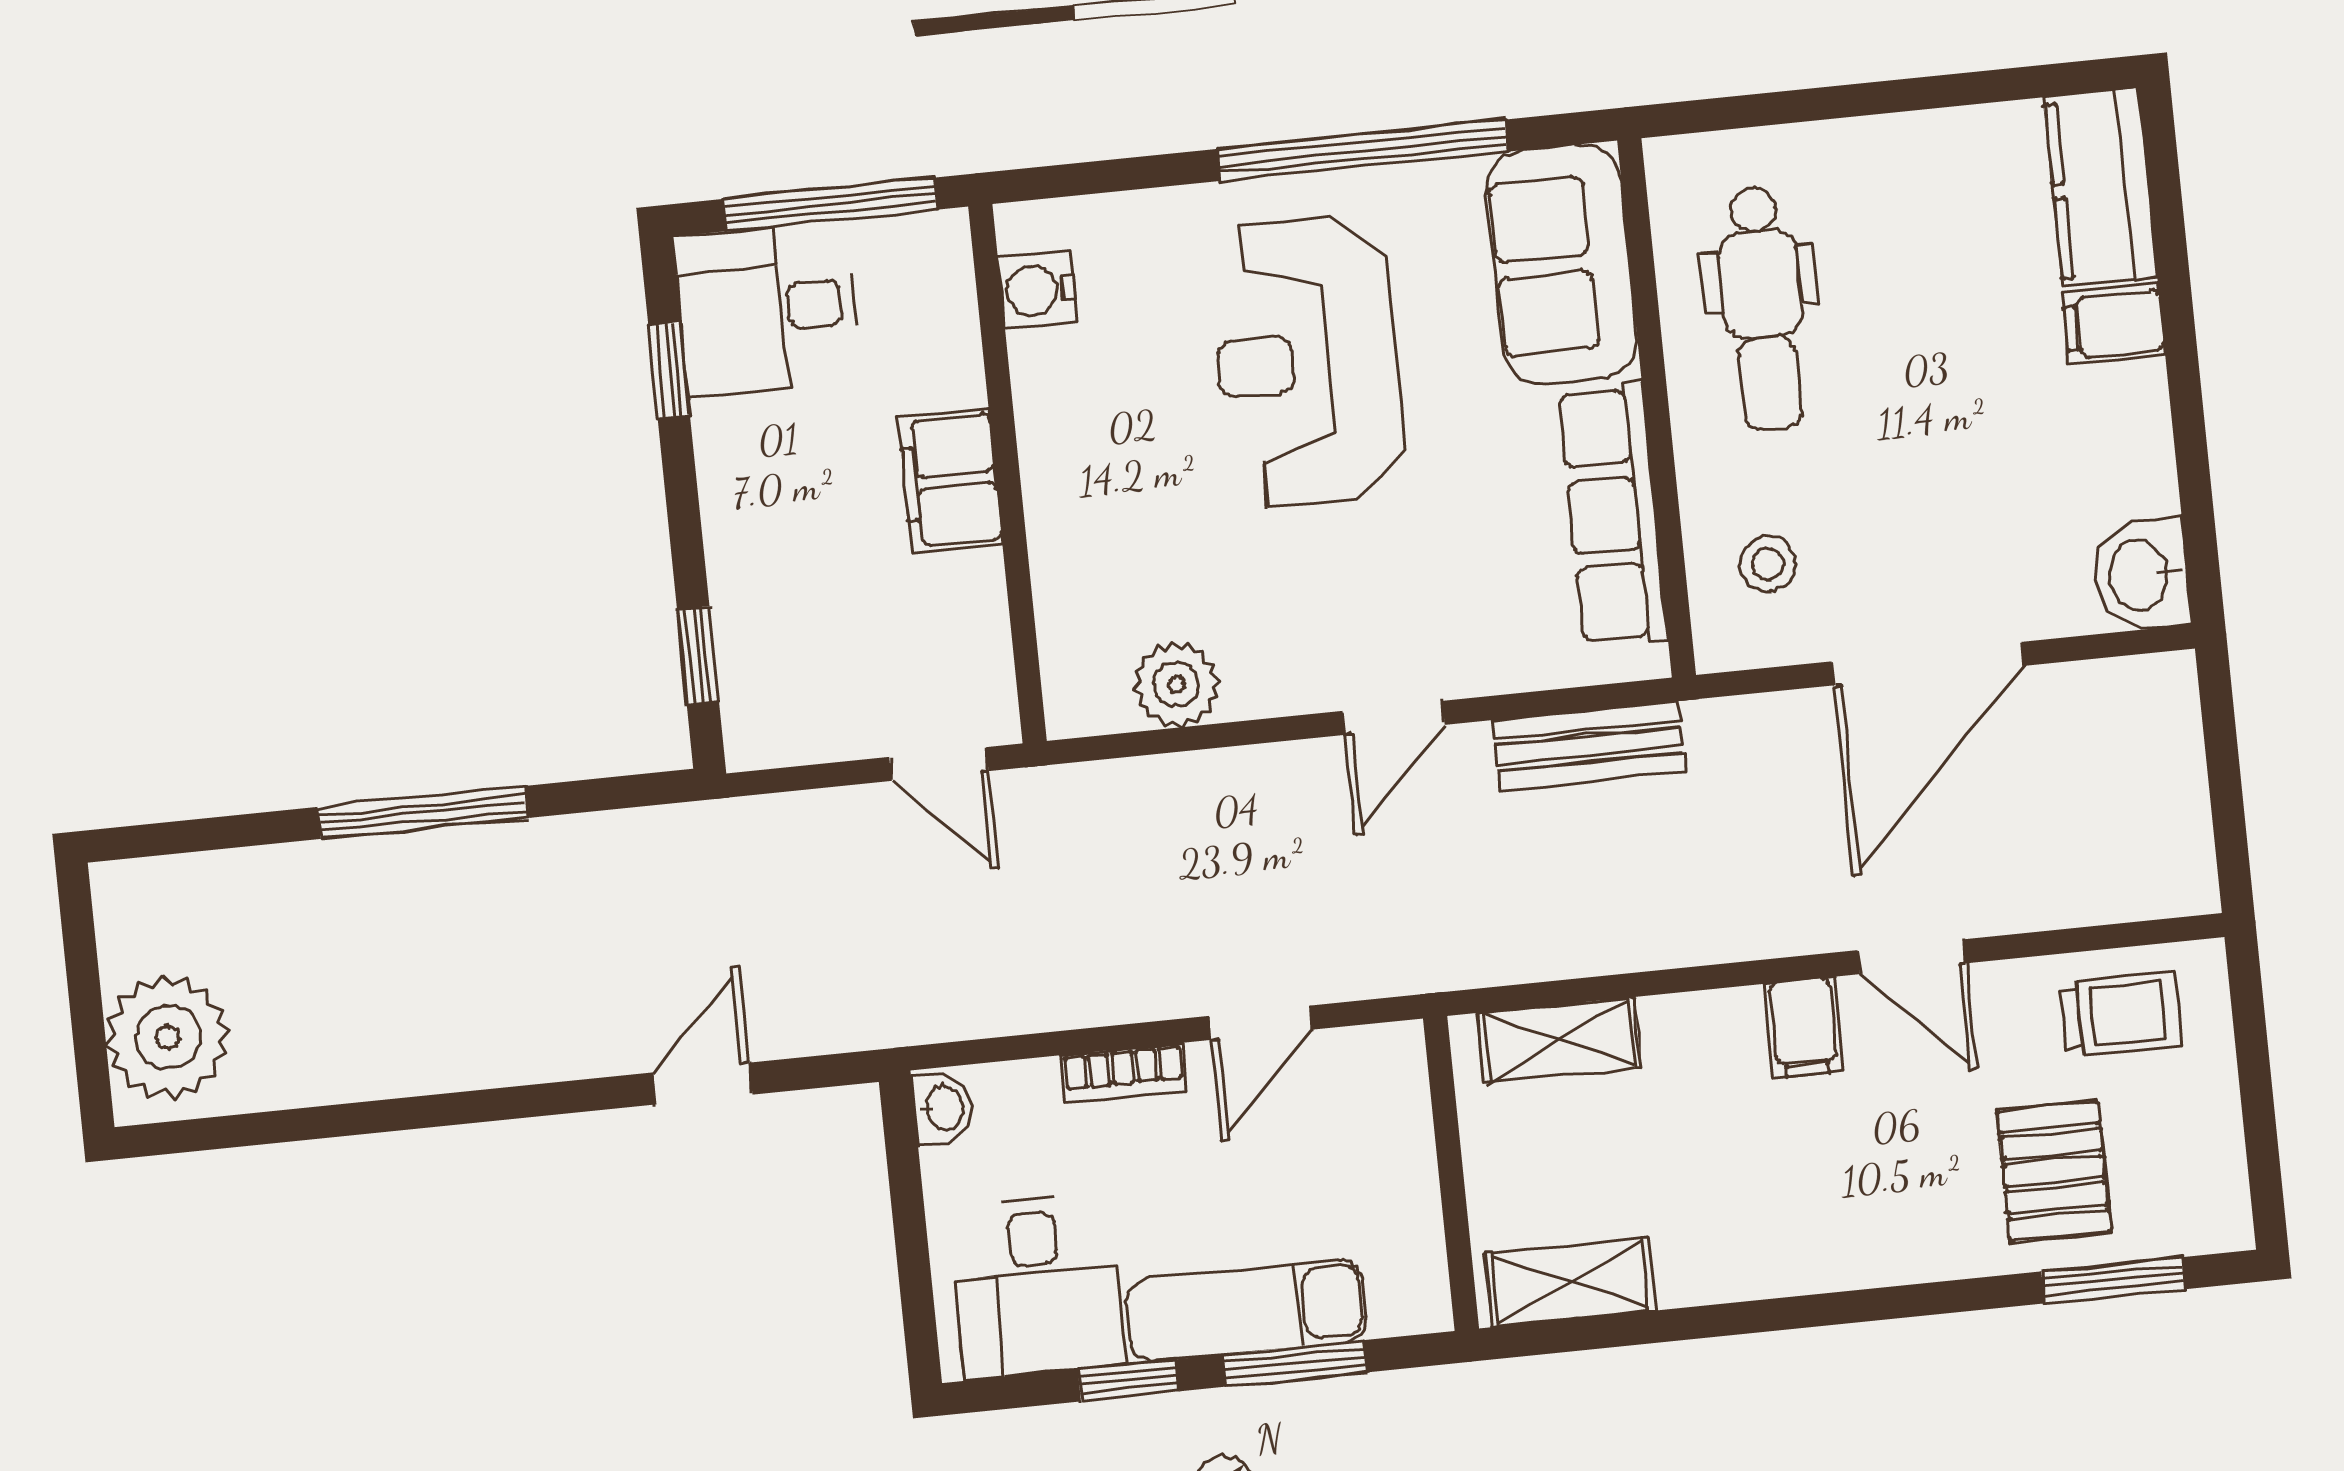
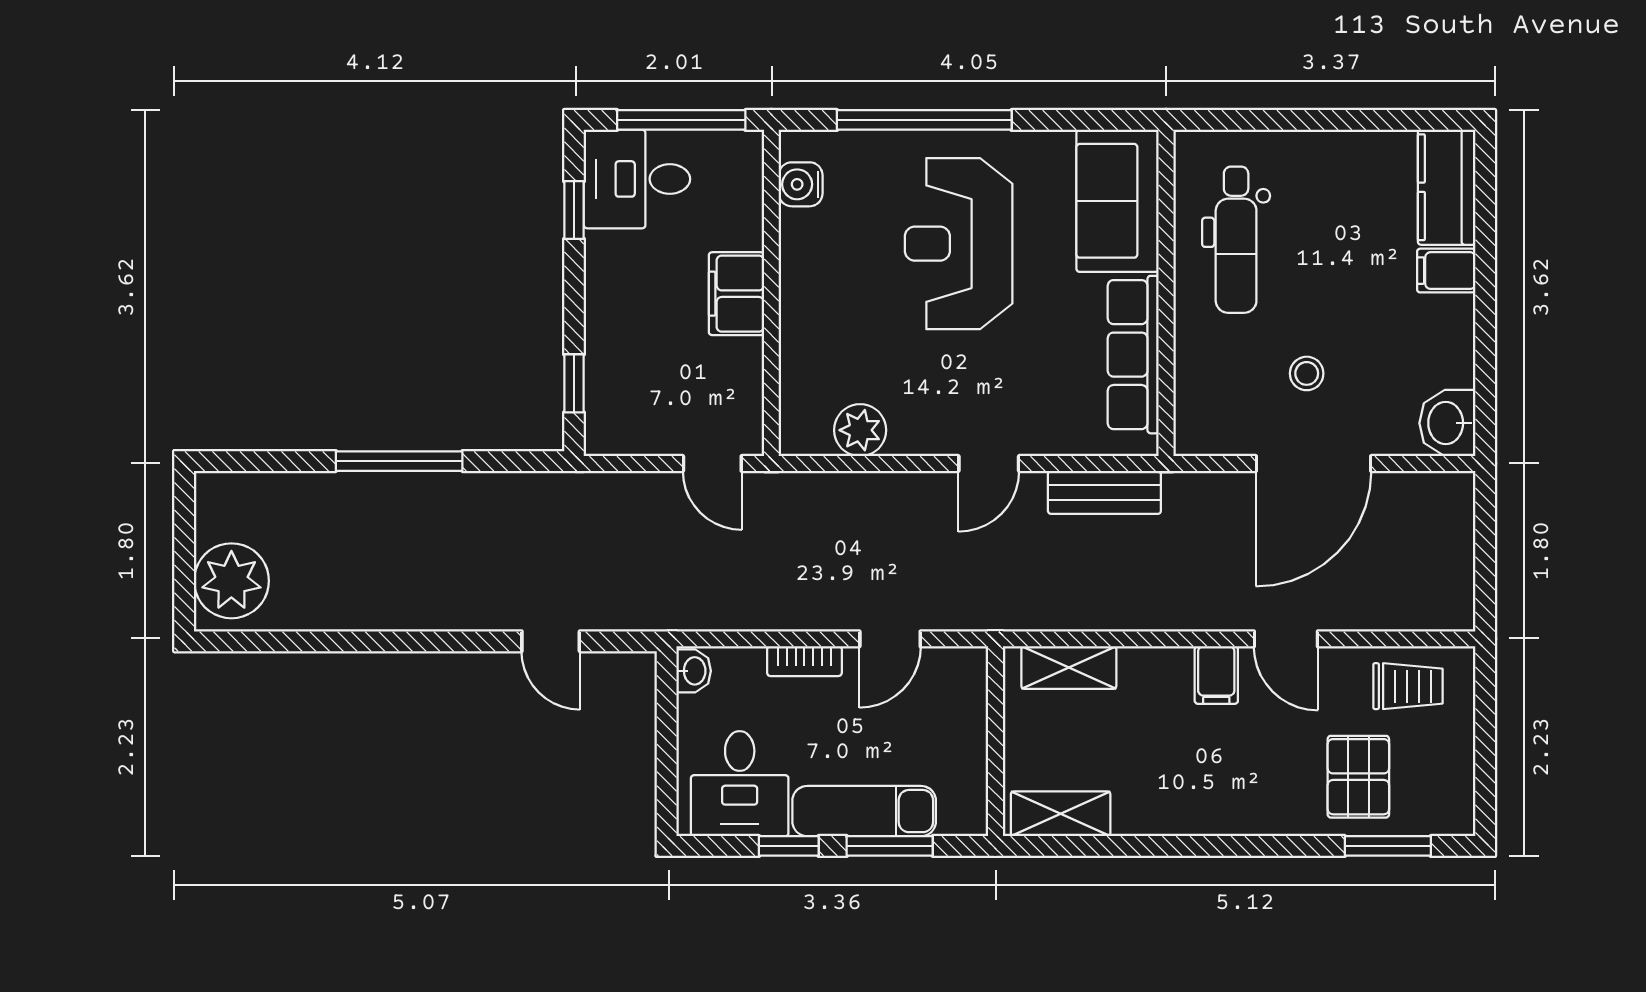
window: (1363, 150) -> (924, 120), moved
stool: (1768, 564) -> (1307, 373), moved
door: (703, 1084) -> (551, 641), swing flipped

